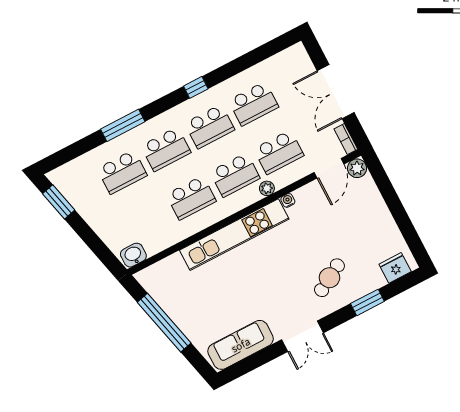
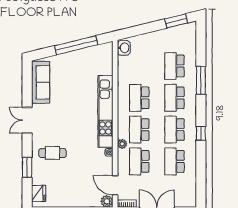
cafe table: (329, 278) -> (53, 153), turned -60

